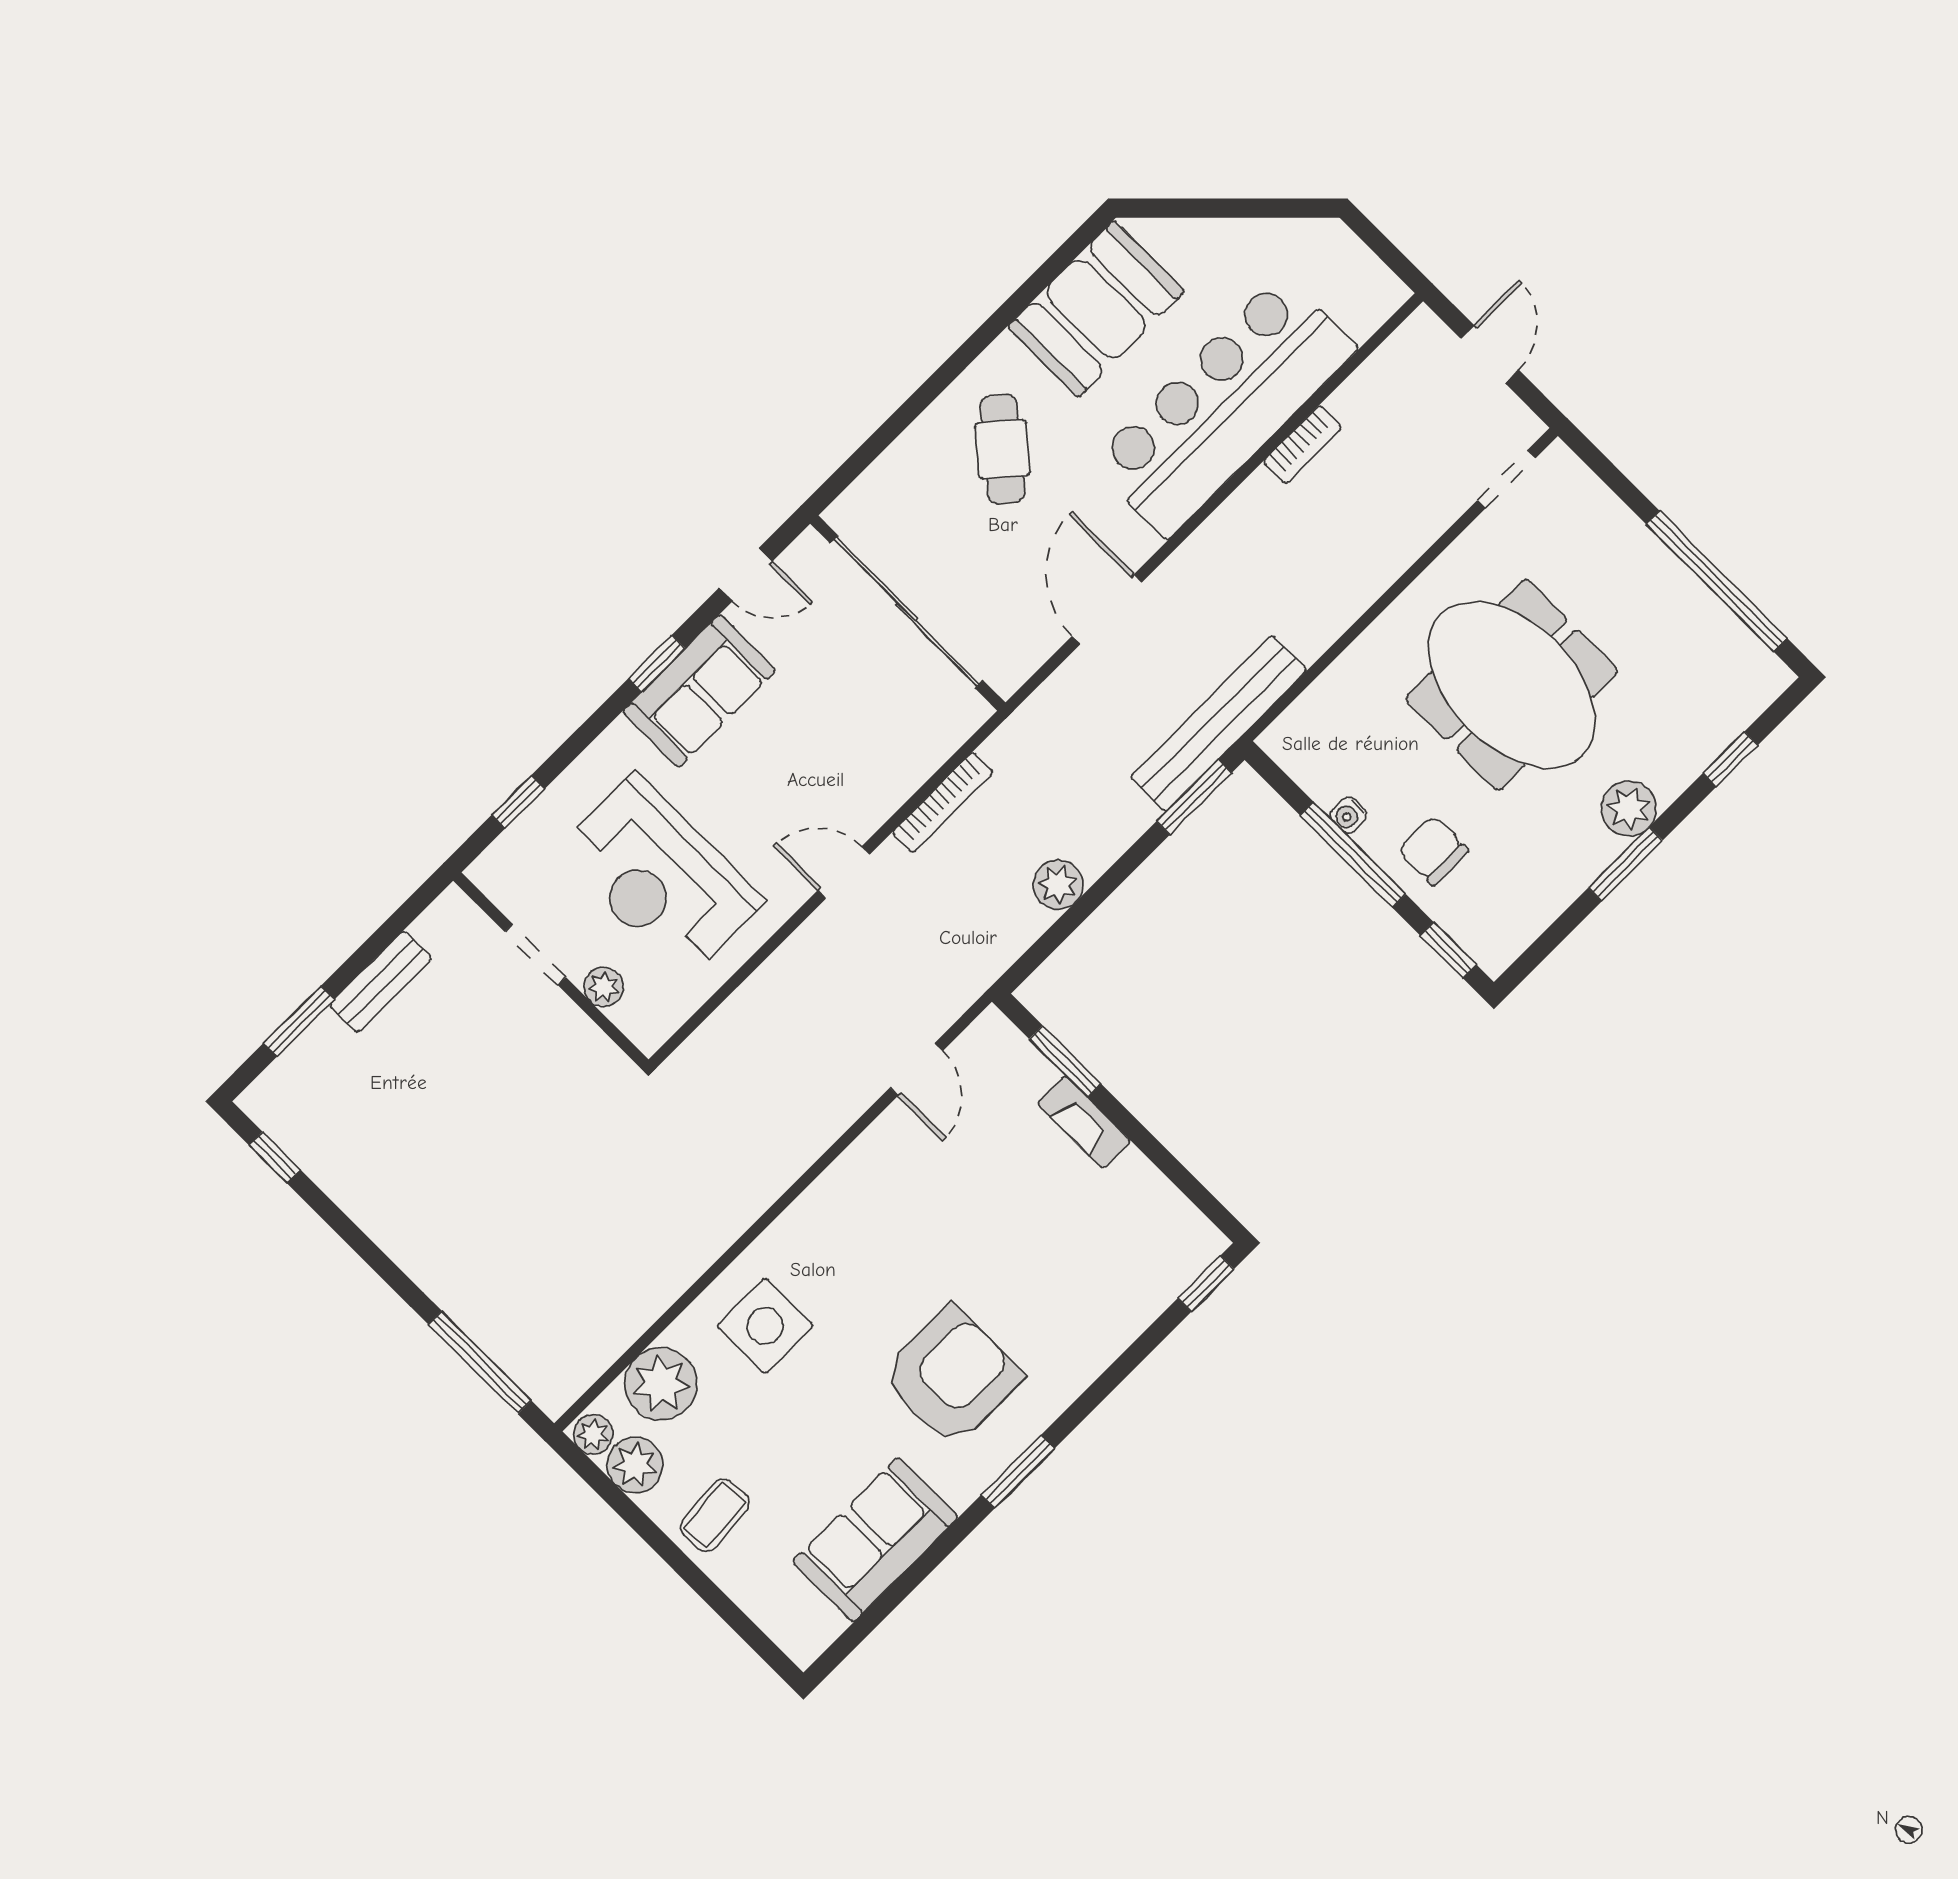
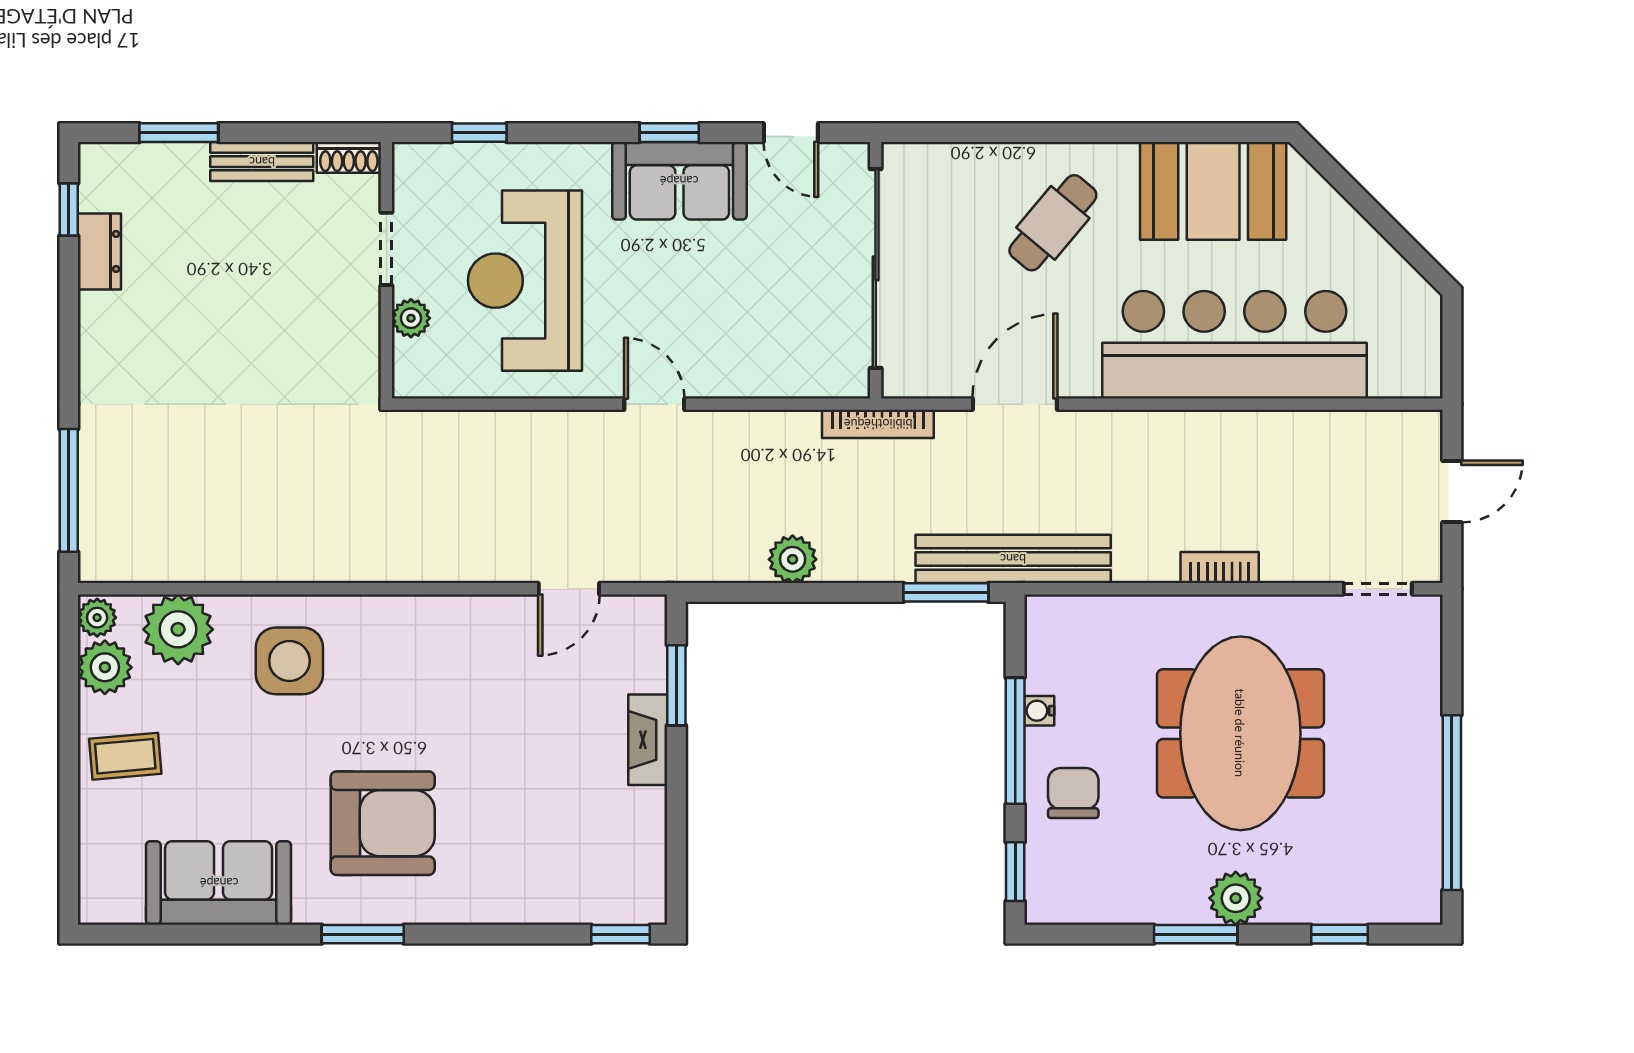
bookcase: (1302, 445) -> (1220, 568), moved, turned 180
bookcase: (943, 802) -> (878, 424), moved
shoe rack: (441, 915) -> (349, 157), added
dresser: (328, 1166) -> (99, 251), added

